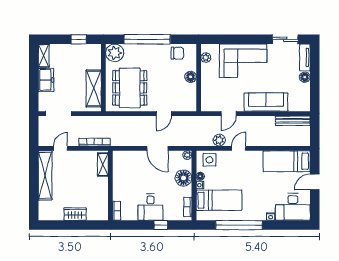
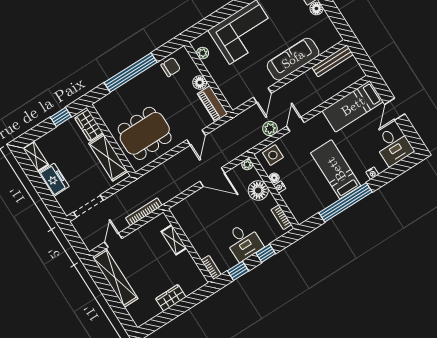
plant: (115, 53) -> (106, 107), removed
wardrobe: (94, 58) -> (89, 125), added
dining table: (130, 88) -> (145, 133), turned 90
piano: (190, 97) -> (212, 104), added
shelving: (103, 165) -> (174, 240), moved
bed: (219, 200) -> (336, 169), moved, turned -90
desk: (293, 207) -> (393, 146), width x0.73
window: (134, 225) -> (238, 271), added

